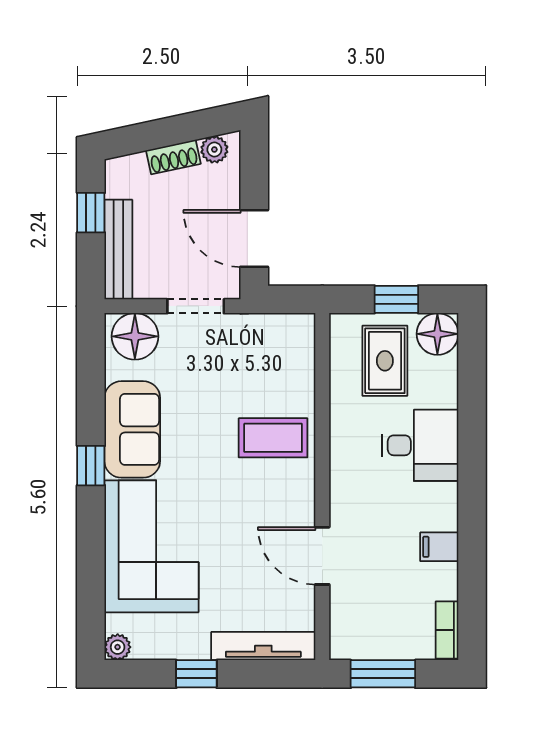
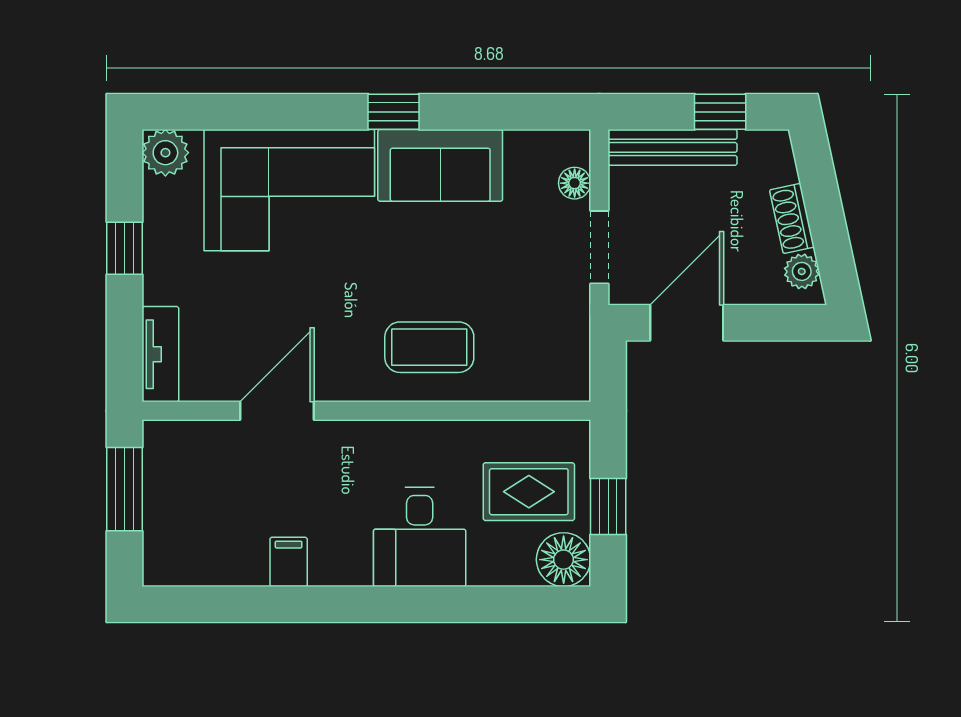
floor lamp: (135, 336) -> (575, 183), width x0.53, depth x0.53
coffee table: (273, 438) -> (429, 347), turned 90
bookcase: (447, 630) -> (181, 572), removed
tv unit: (263, 646) -> (160, 354), width x0.71
plant: (118, 647) -> (165, 153), width x1.38, depth x1.38

